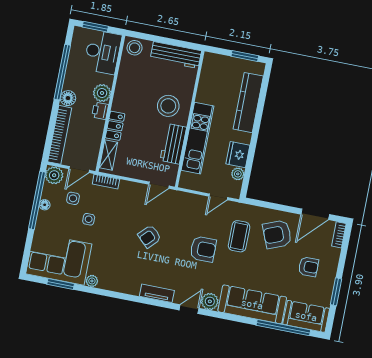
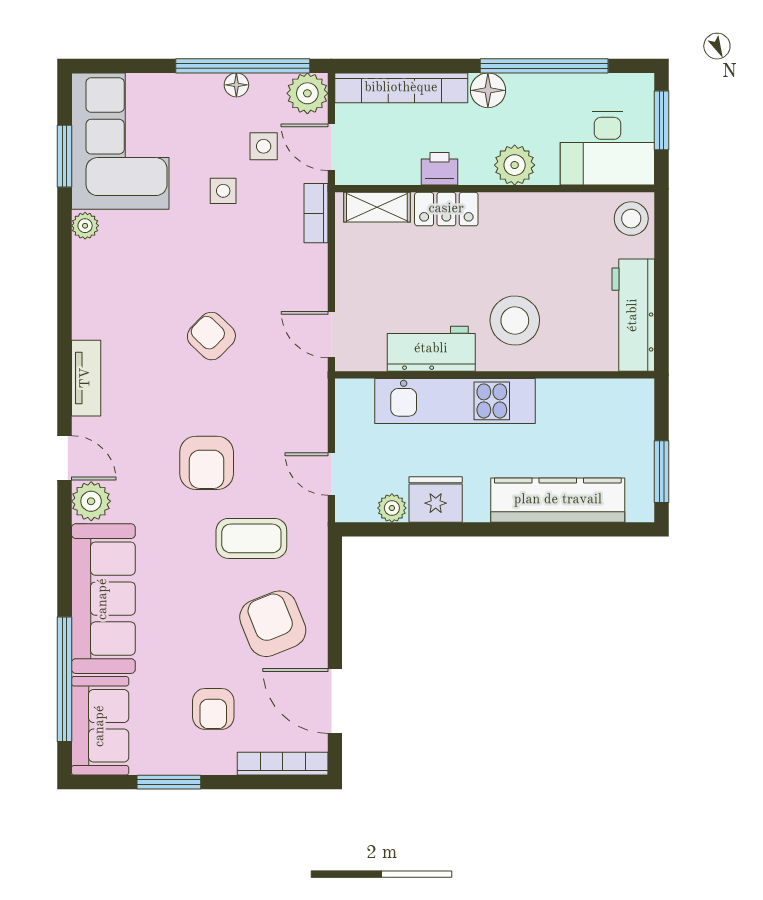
printer: (100, 111) -> (439, 169), moved
bookcase: (339, 235) -> (283, 764), width x1.56

